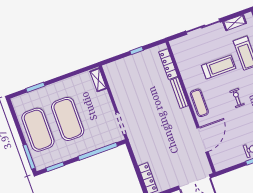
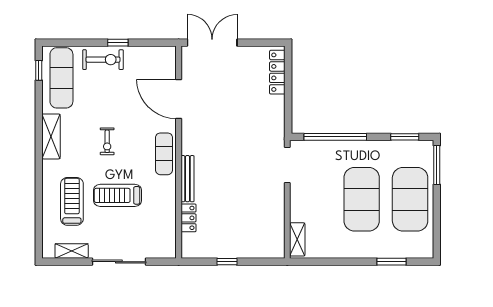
locker: (168, 64) -> (188, 218), width x0.66
door: (202, 140) -> (179, 99), hinge flipped

